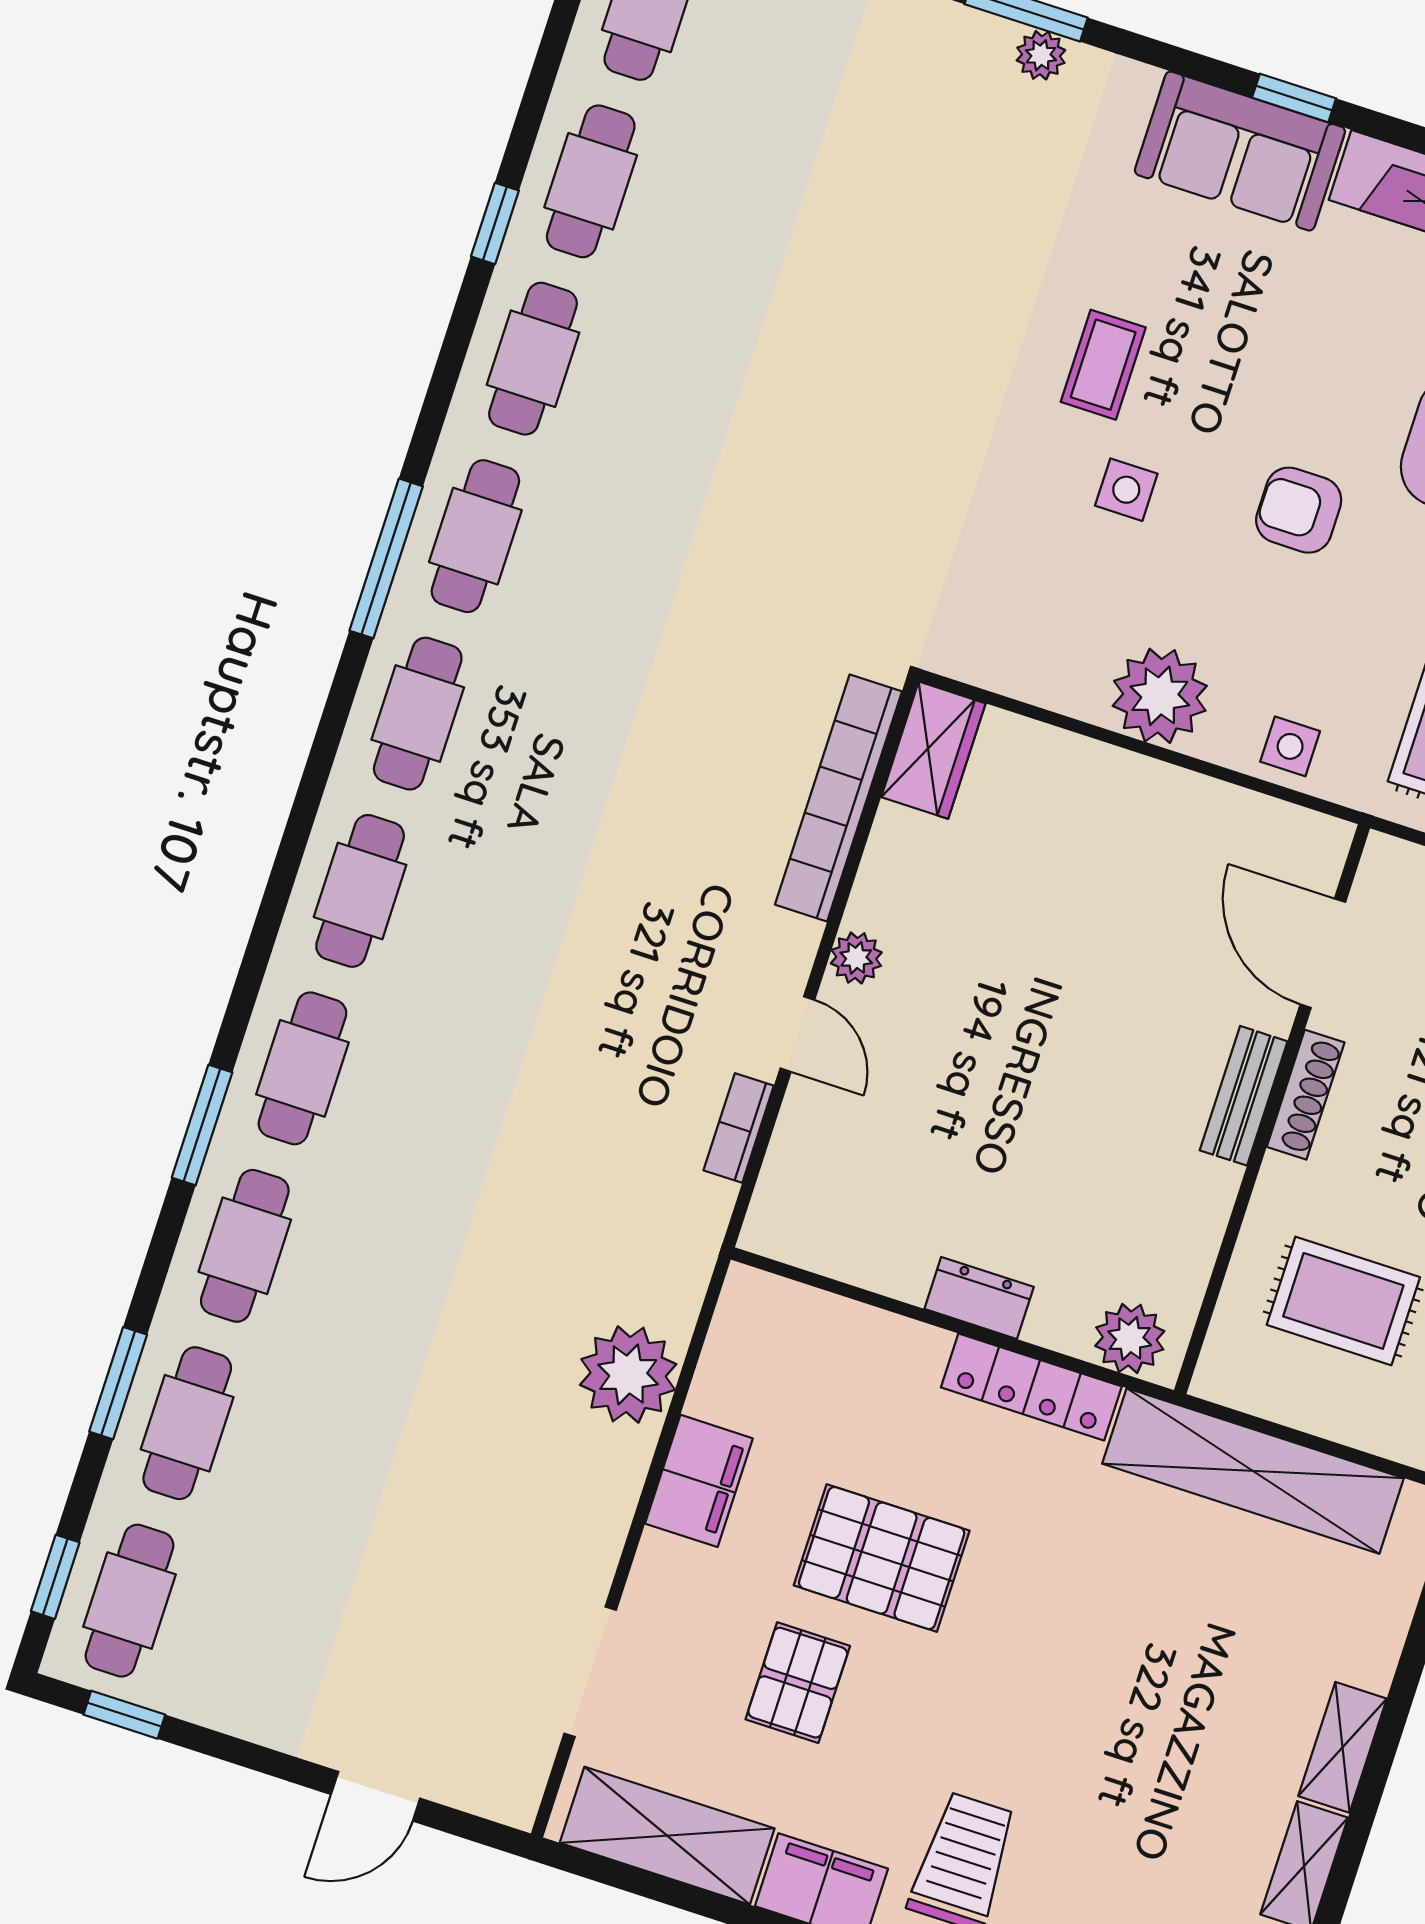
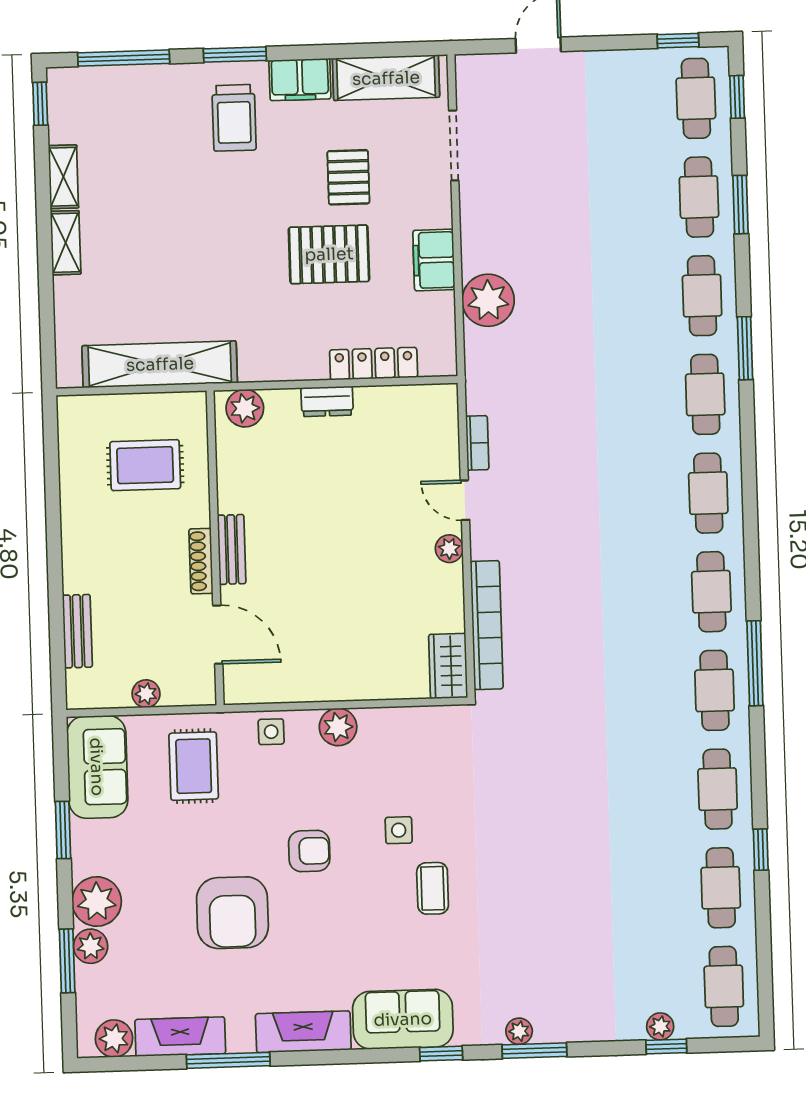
window: (1294, 98) -> (441, 1054), moved
plant: (1160, 696) -> (338, 727), width x0.73, depth x0.73
locker: (1031, 1387) -> (374, 364), moved

